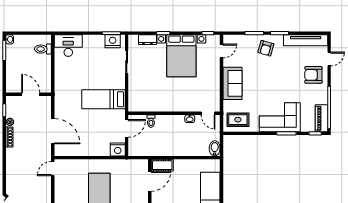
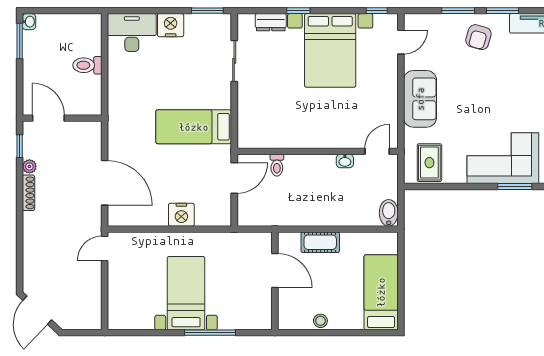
nightstand: (113, 41) -> (171, 25), moved
toilet: (43, 49) -> (87, 65), moved
door: (31, 94) -> (48, 118), moved
door: (208, 113) -> (377, 151), swing flipped
rug: (238, 120) -> (429, 163), turned 90
nightstand: (118, 149) -> (181, 215), moved
cot: (162, 165) -> (320, 242), moved
door: (150, 181) -> (275, 271), hinge flipped

